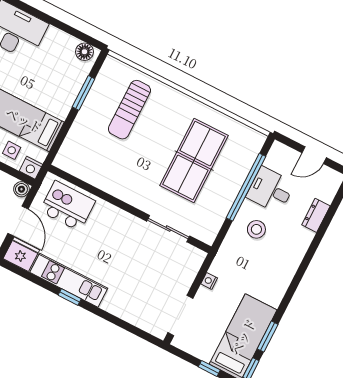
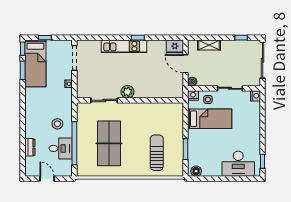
door: (314, 155) -> (47, 179), hinge flipped
kitchen island: (67, 206) -> (163, 85), removed
plant: (127, 224) -> (128, 92), added
kitchen unit: (69, 280) -> (124, 46), moved

